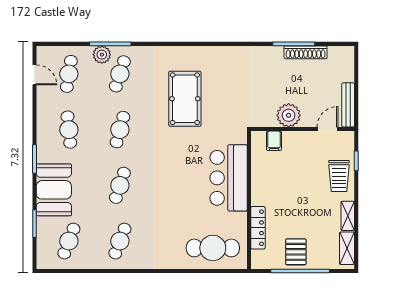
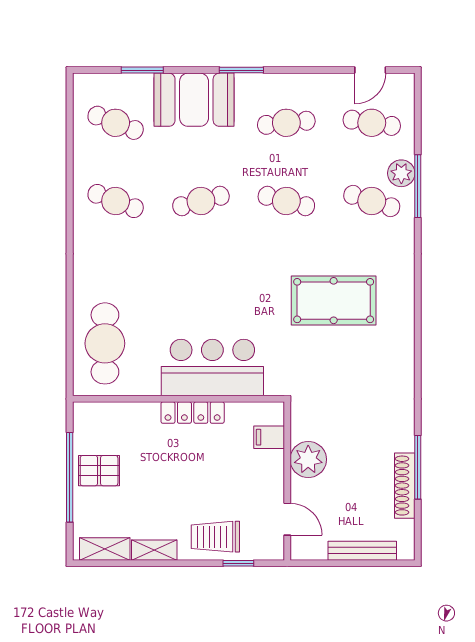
bench: (348, 105) -> (362, 551), moved
cafe table: (120, 185) -> (201, 201), turned -33
locker: (258, 228) -> (193, 413), moved

